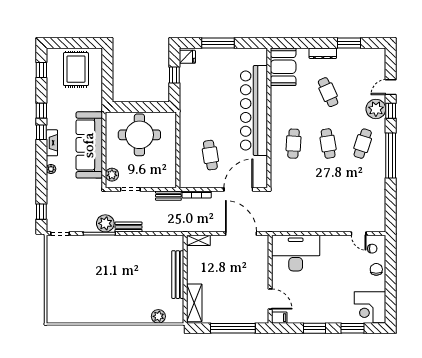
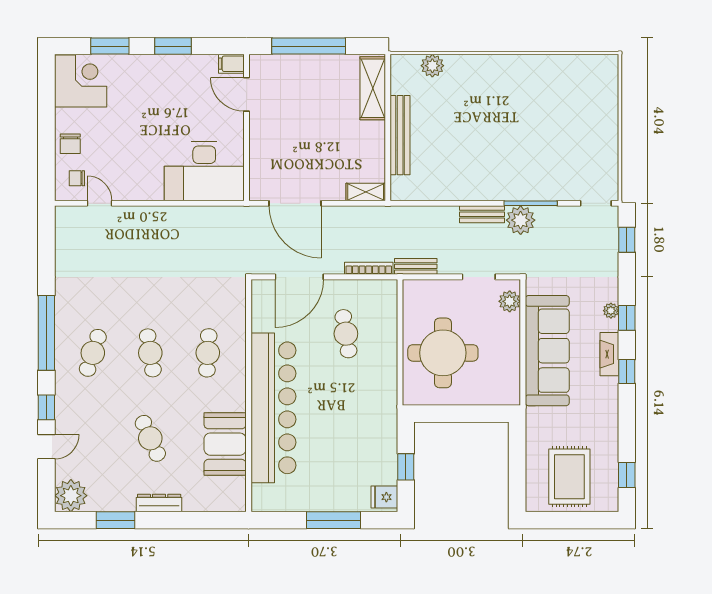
booth: (283, 67) -> (225, 444), moved
plant: (376, 109) -> (71, 496), moved
window: (41, 111) -> (627, 318), moved
round table: (139, 135) -> (443, 353), moved

